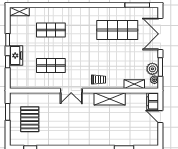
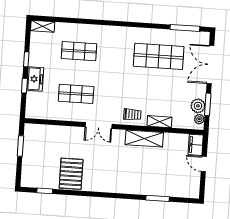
shelving: (134, 84) -> (159, 122), moved
pallet: (30, 119) -> (71, 174), moved

